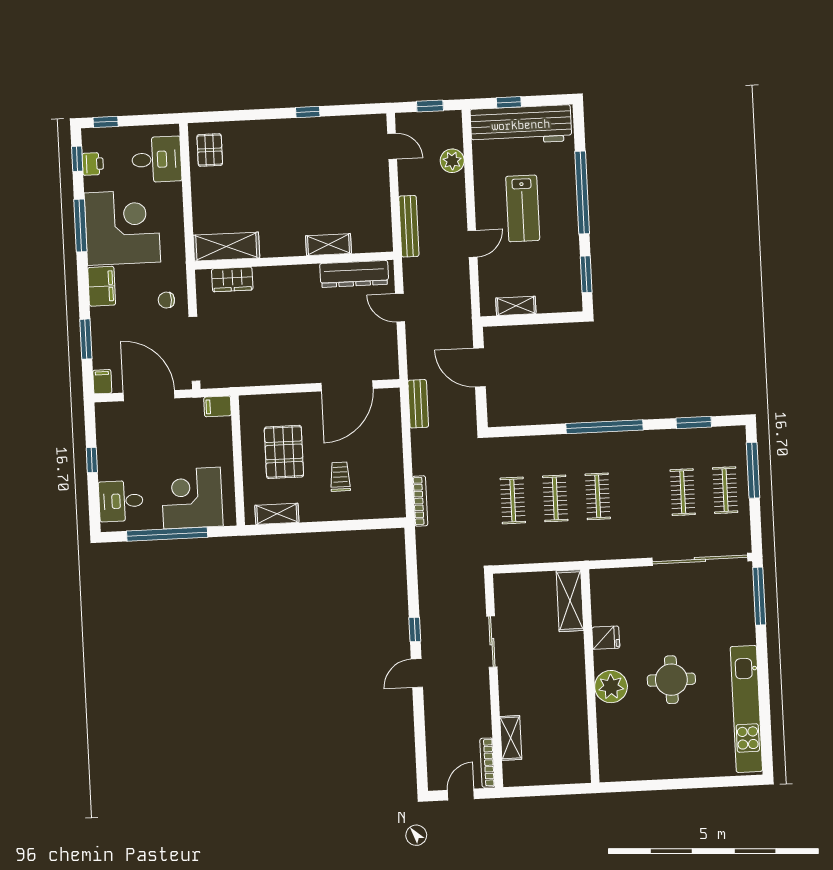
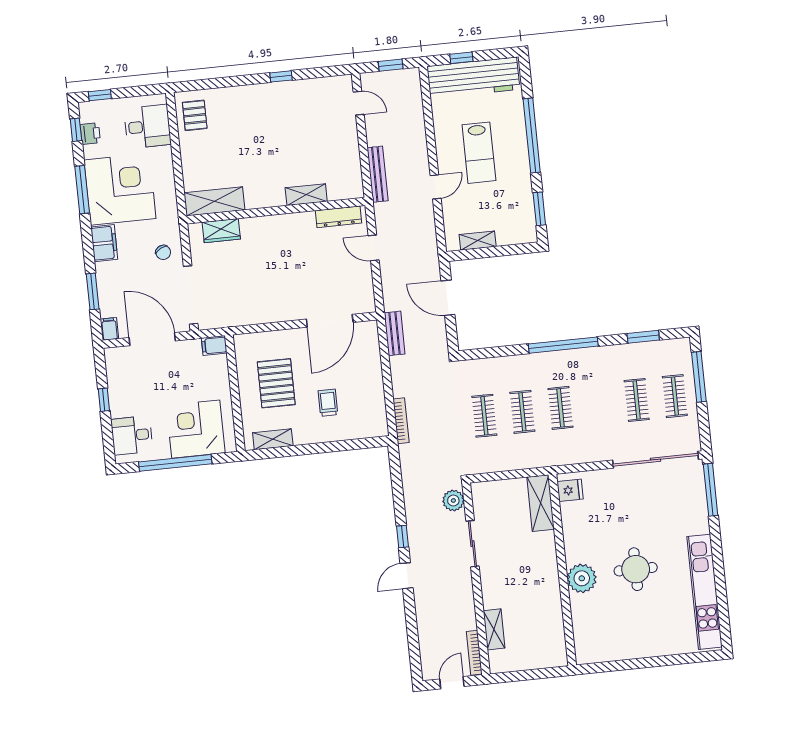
plant: (452, 161) -> (453, 500), moved
dresser: (354, 274) -> (339, 217), width x0.73, depth x0.80
chair: (166, 300) -> (163, 252), turned -117
fridge: (606, 638) -> (570, 490), moved

